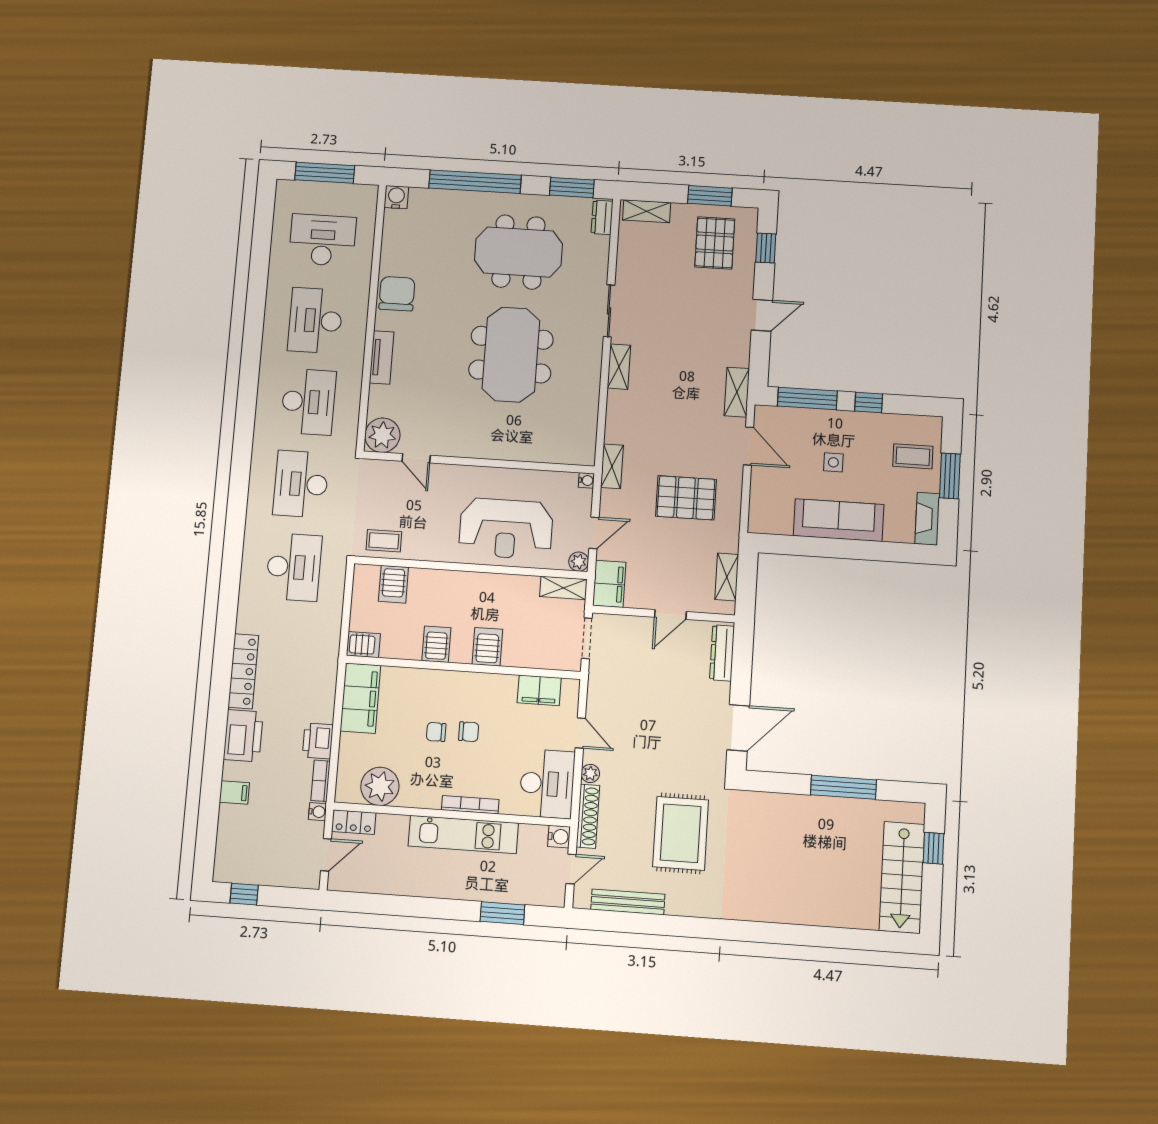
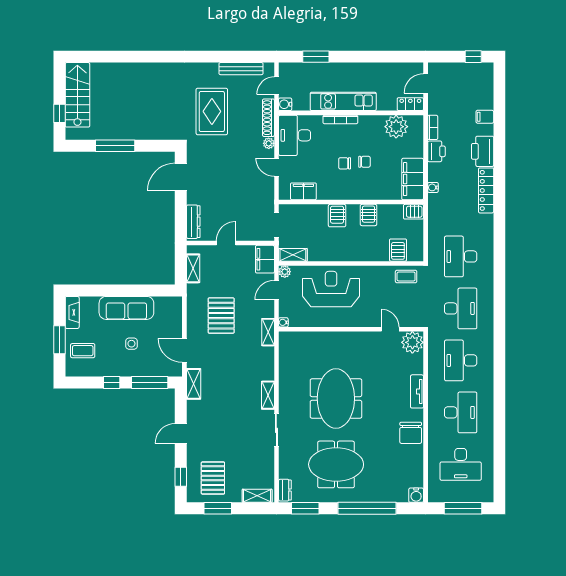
pallet: (686, 498) -> (221, 316), turned 90
water cooler: (318, 812) -> (433, 187), moved

